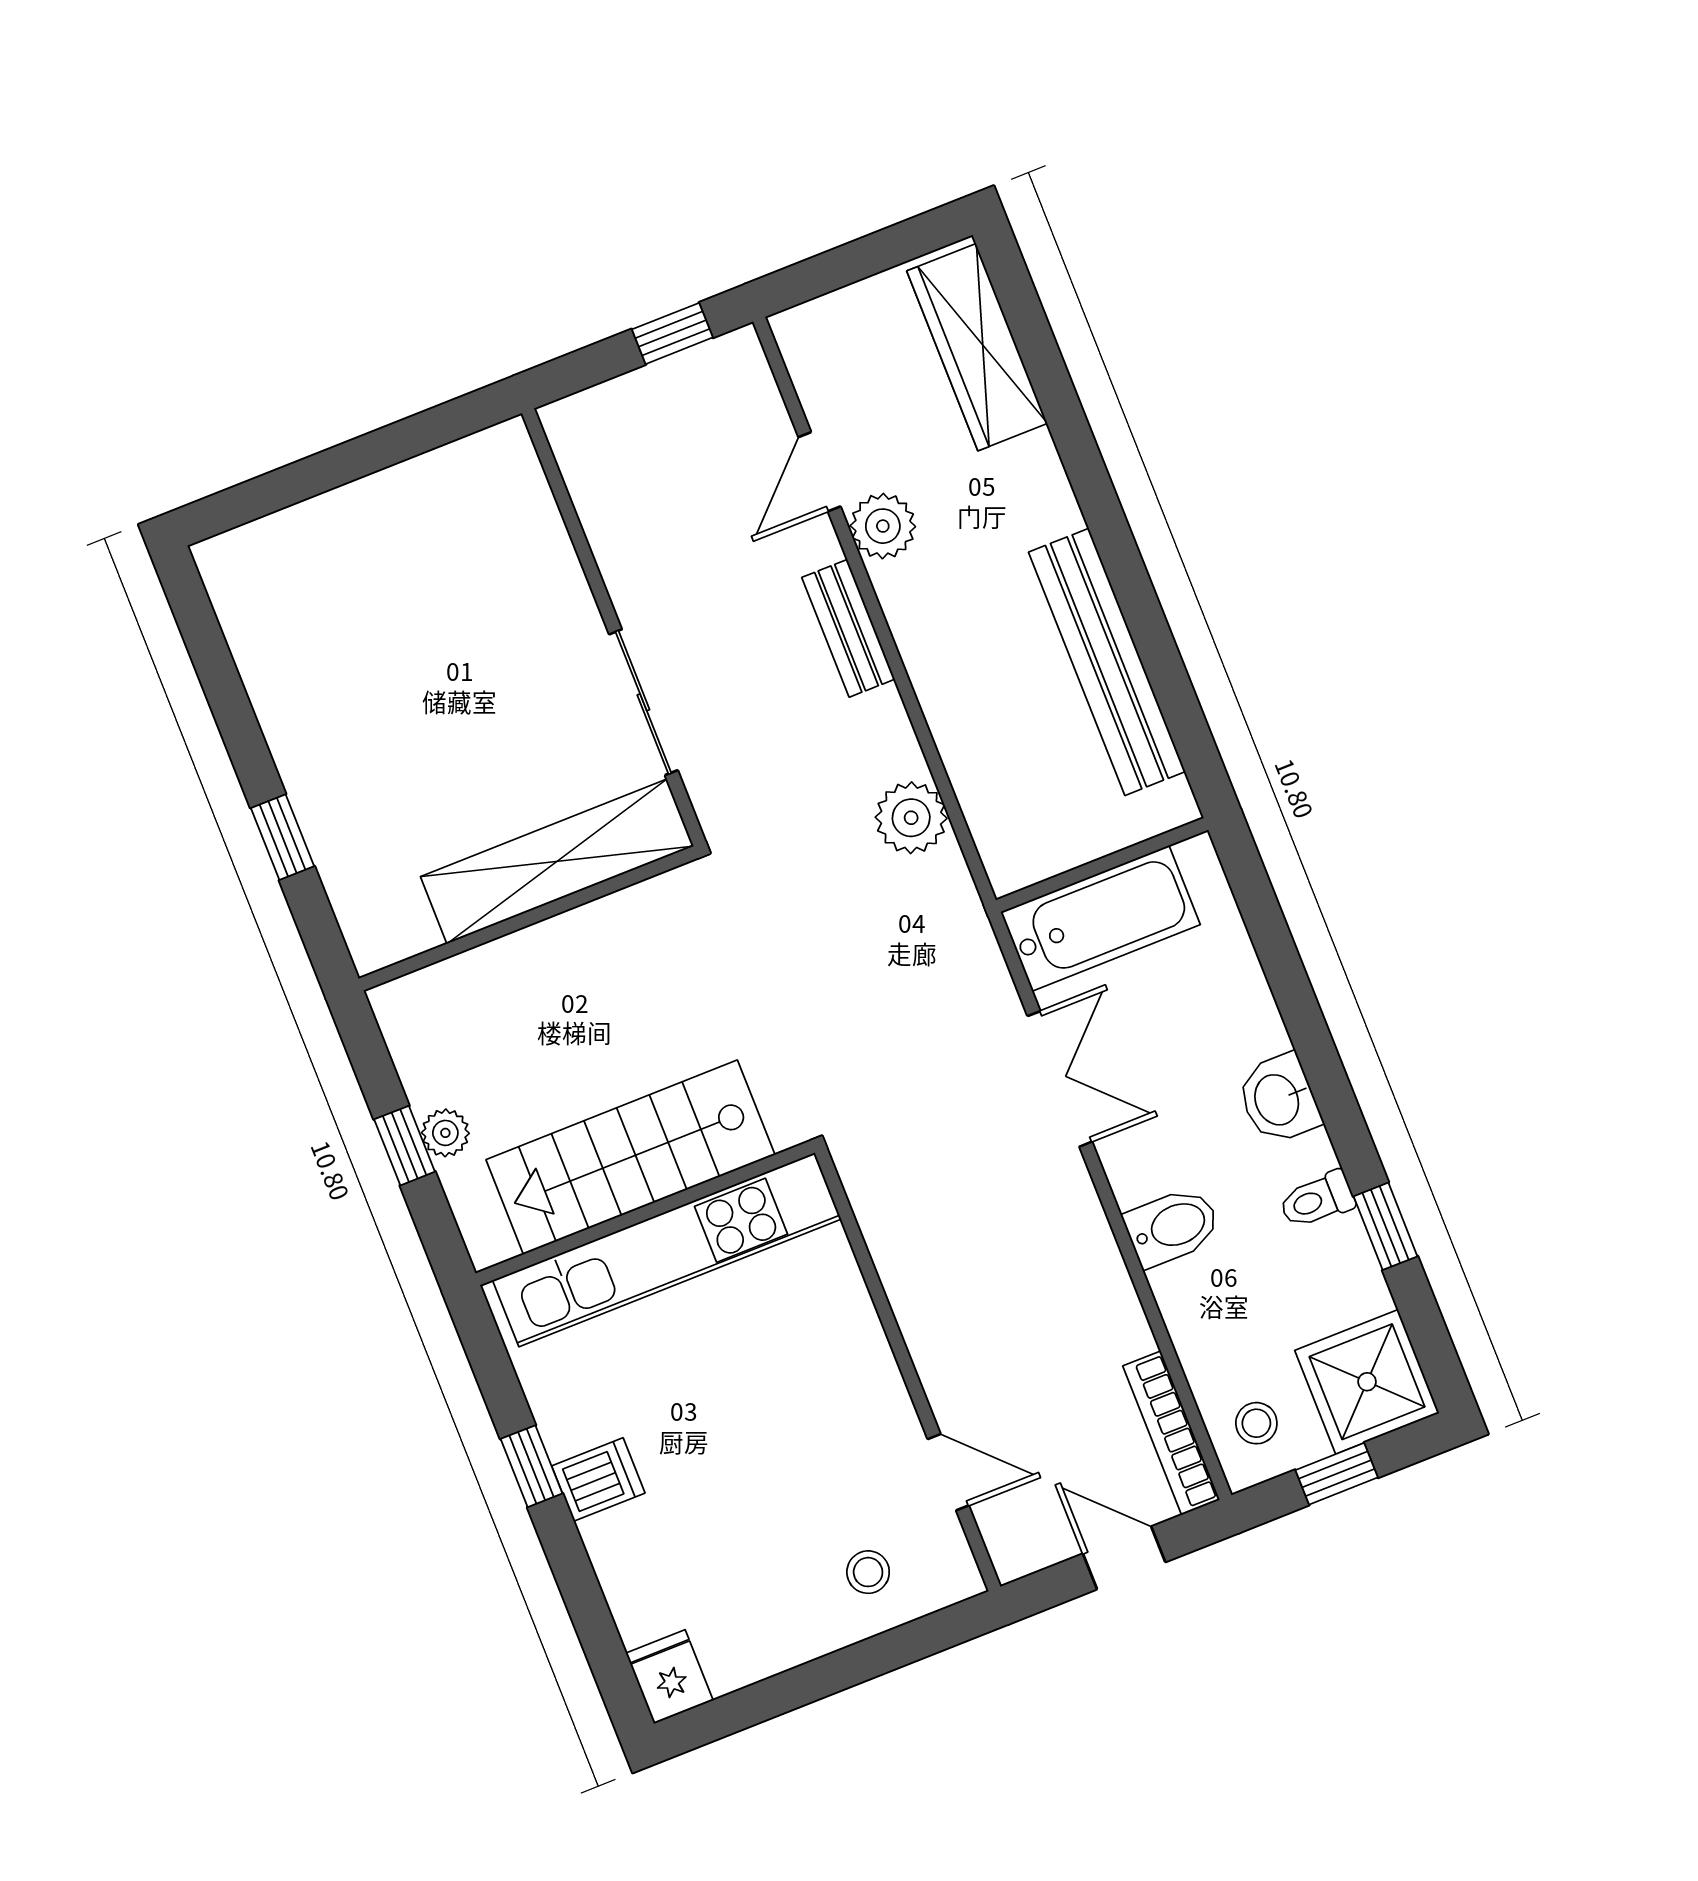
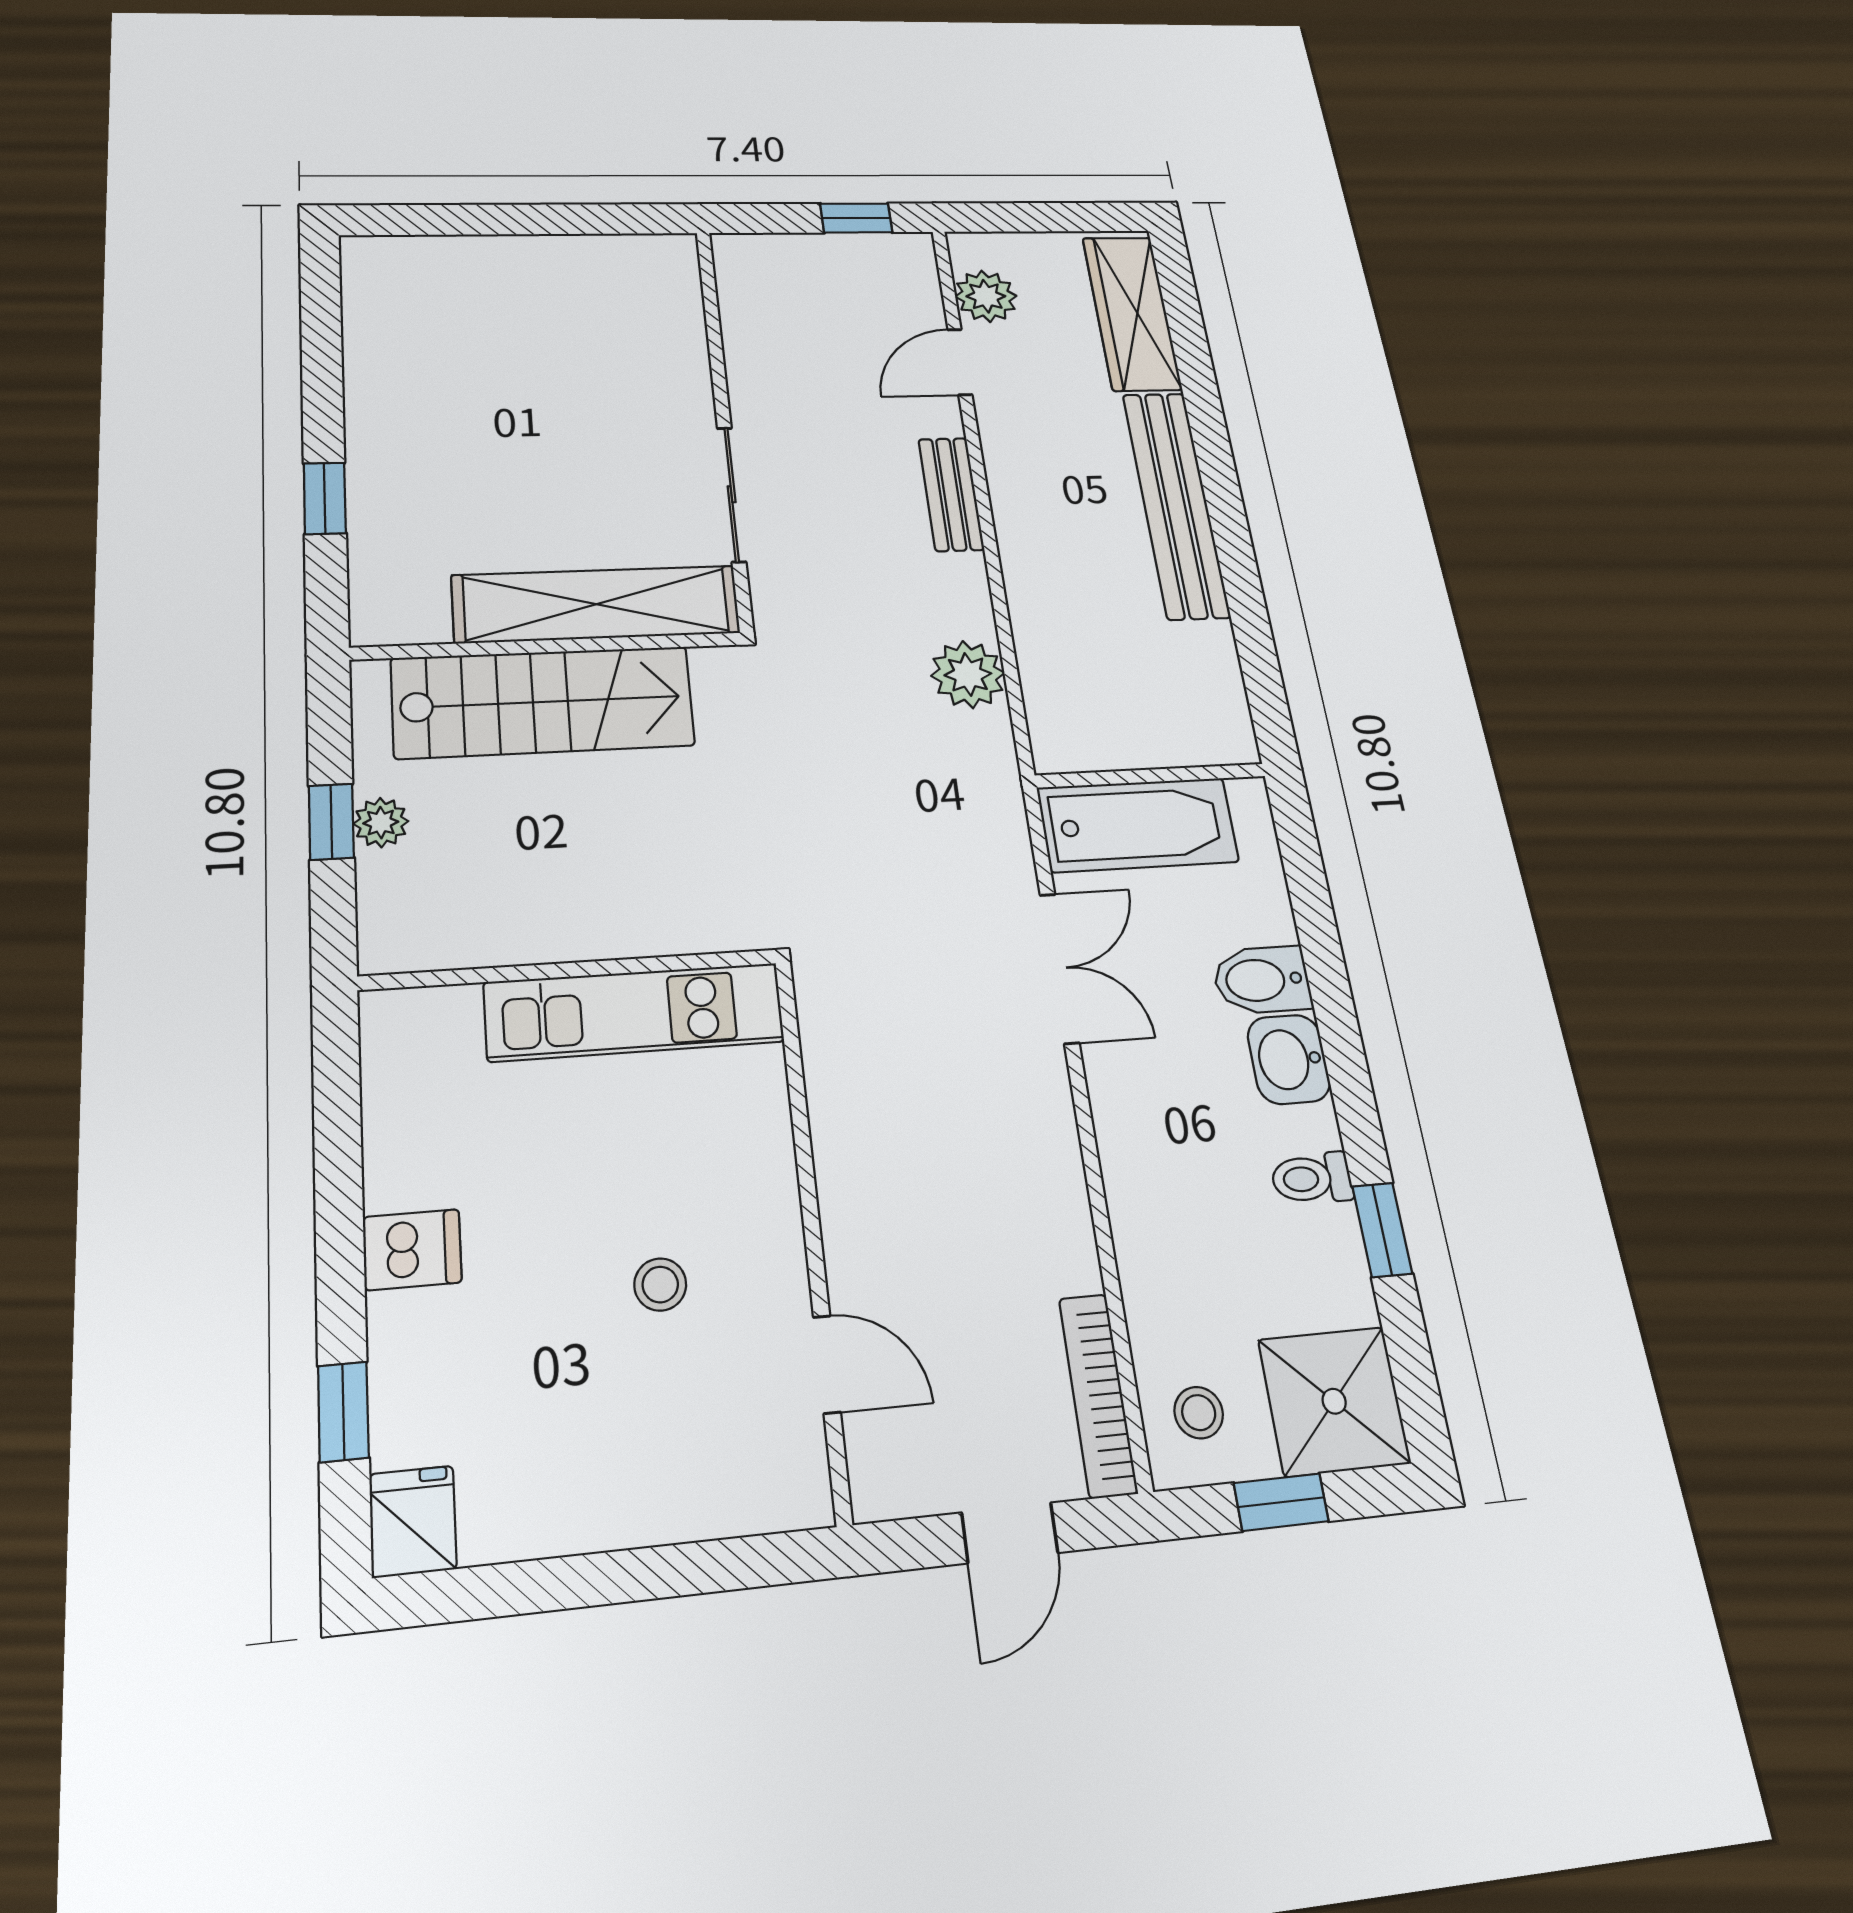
plant: (883, 526) -> (986, 296), moved
bench: (1107, 662) -> (1176, 504), moved
stairs: (630, 1157) -> (543, 702), moved, turned 180
bidet: (1172, 1227) -> (1262, 980), moved, turned 180
kitchen unit: (667, 1250) -> (634, 1012), width x0.73
window: (532, 1466) -> (343, 1412), moved
door: (1124, 1558) -> (1010, 1533), swing flipped
stool: (868, 1572) -> (660, 1285), moved

